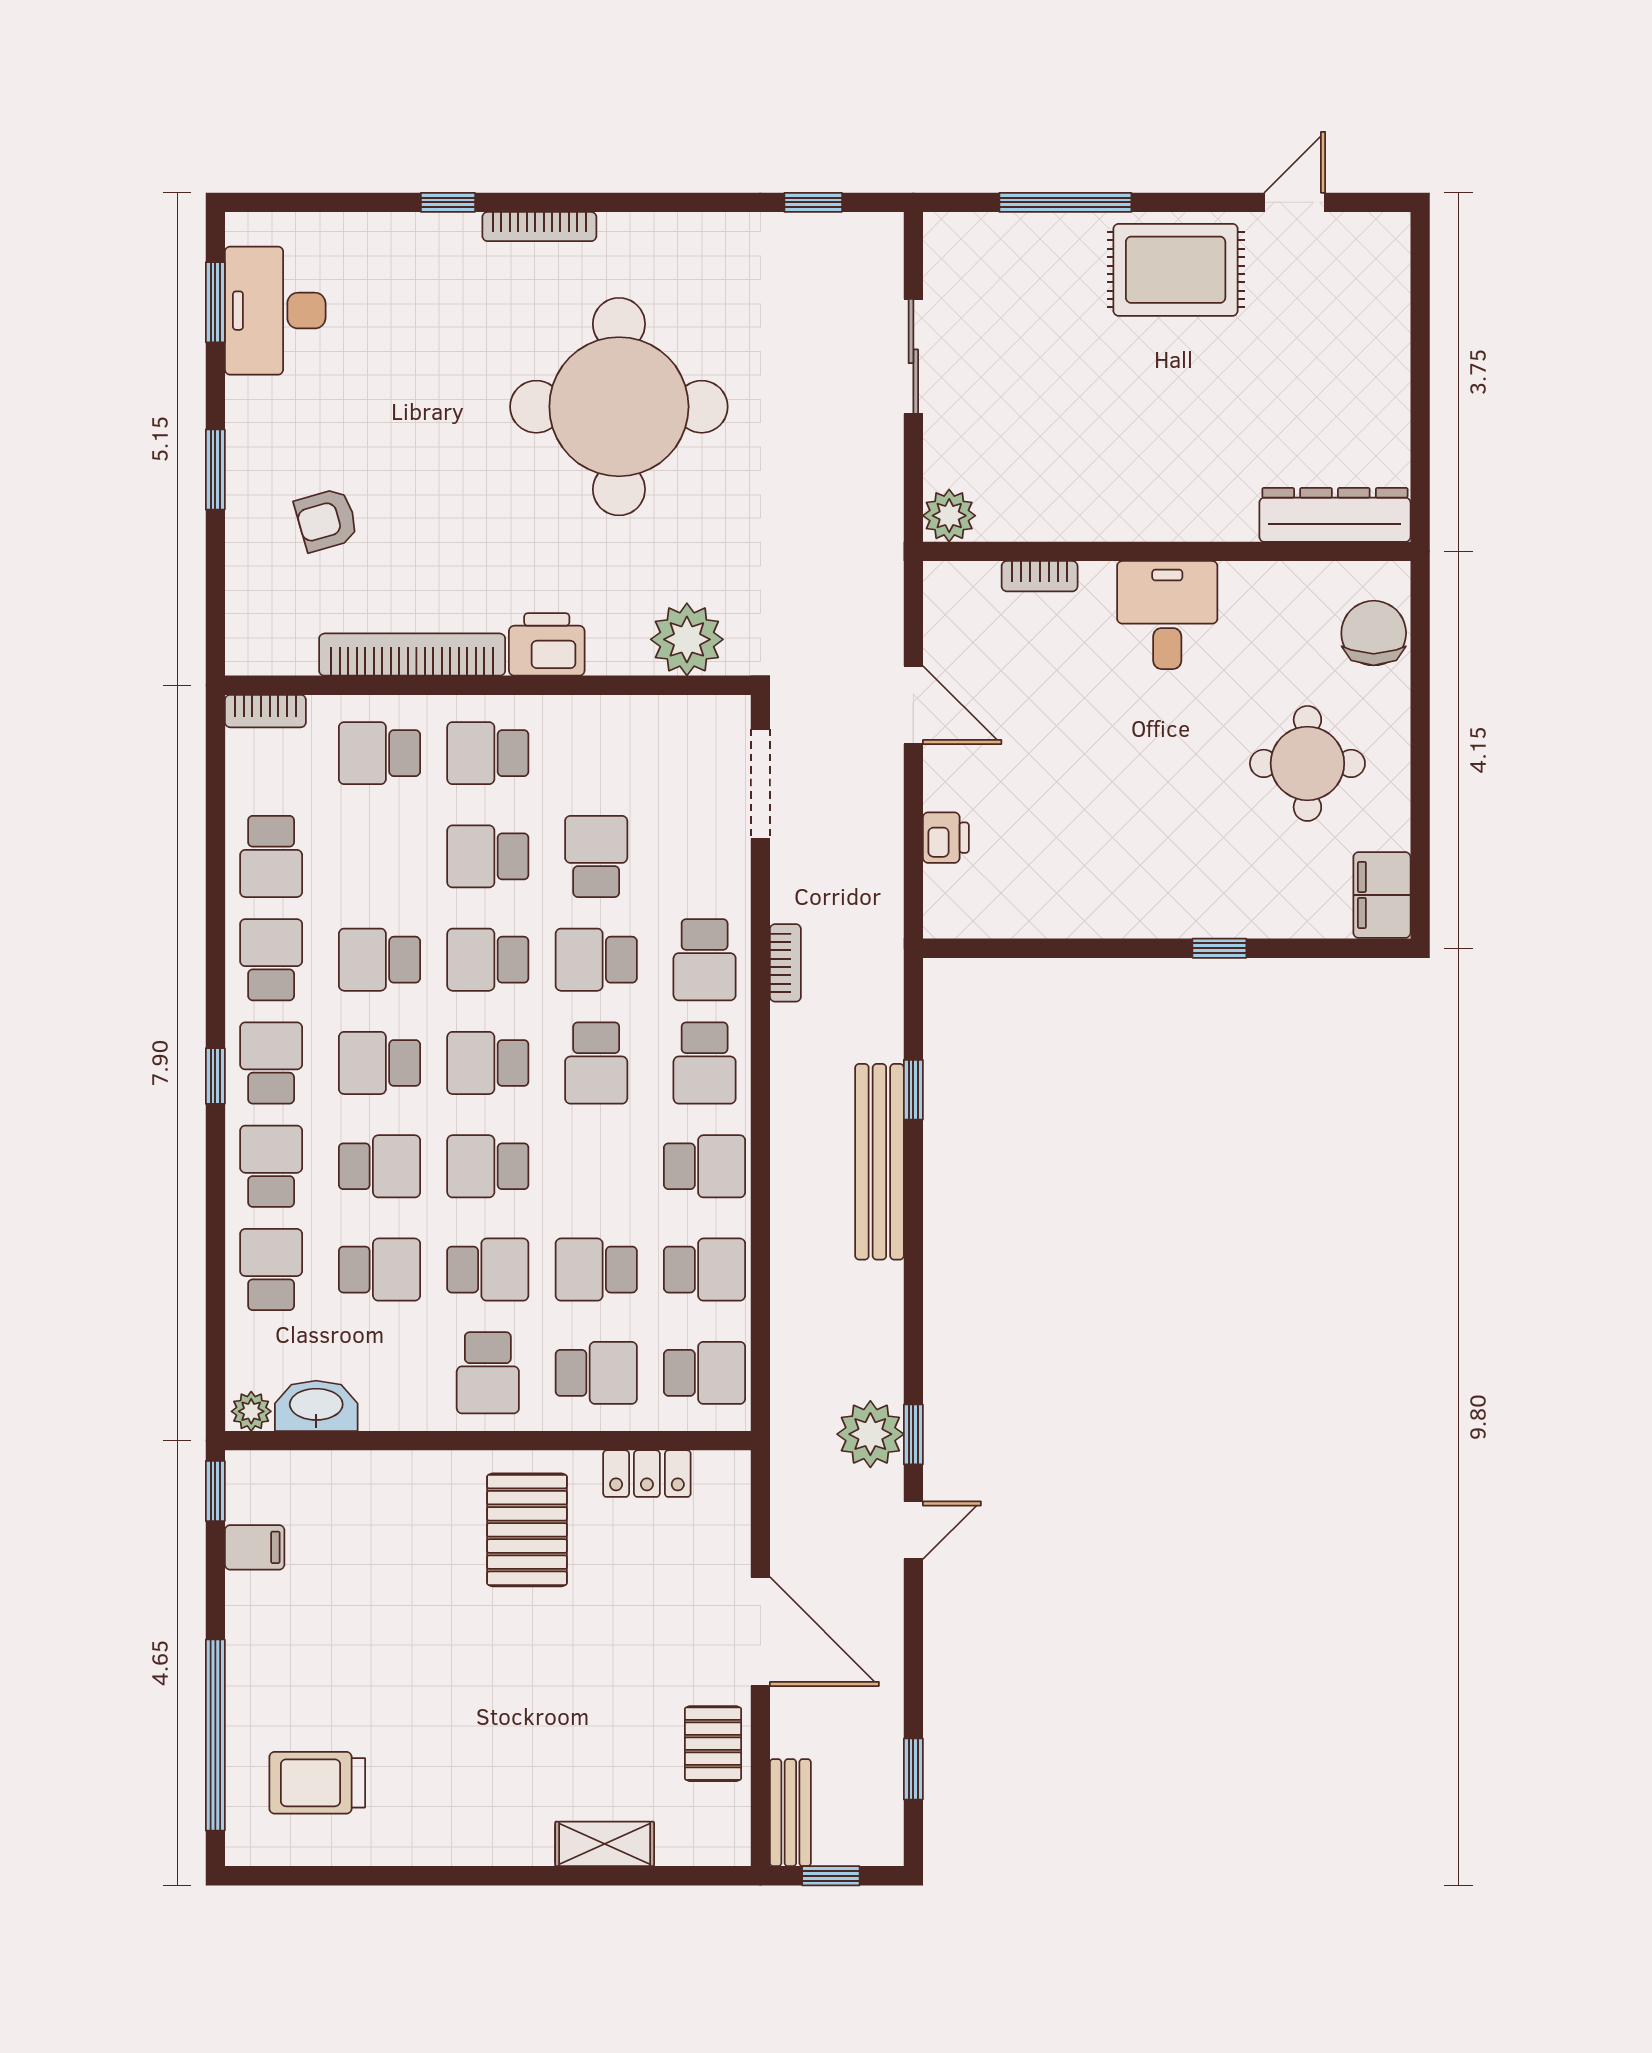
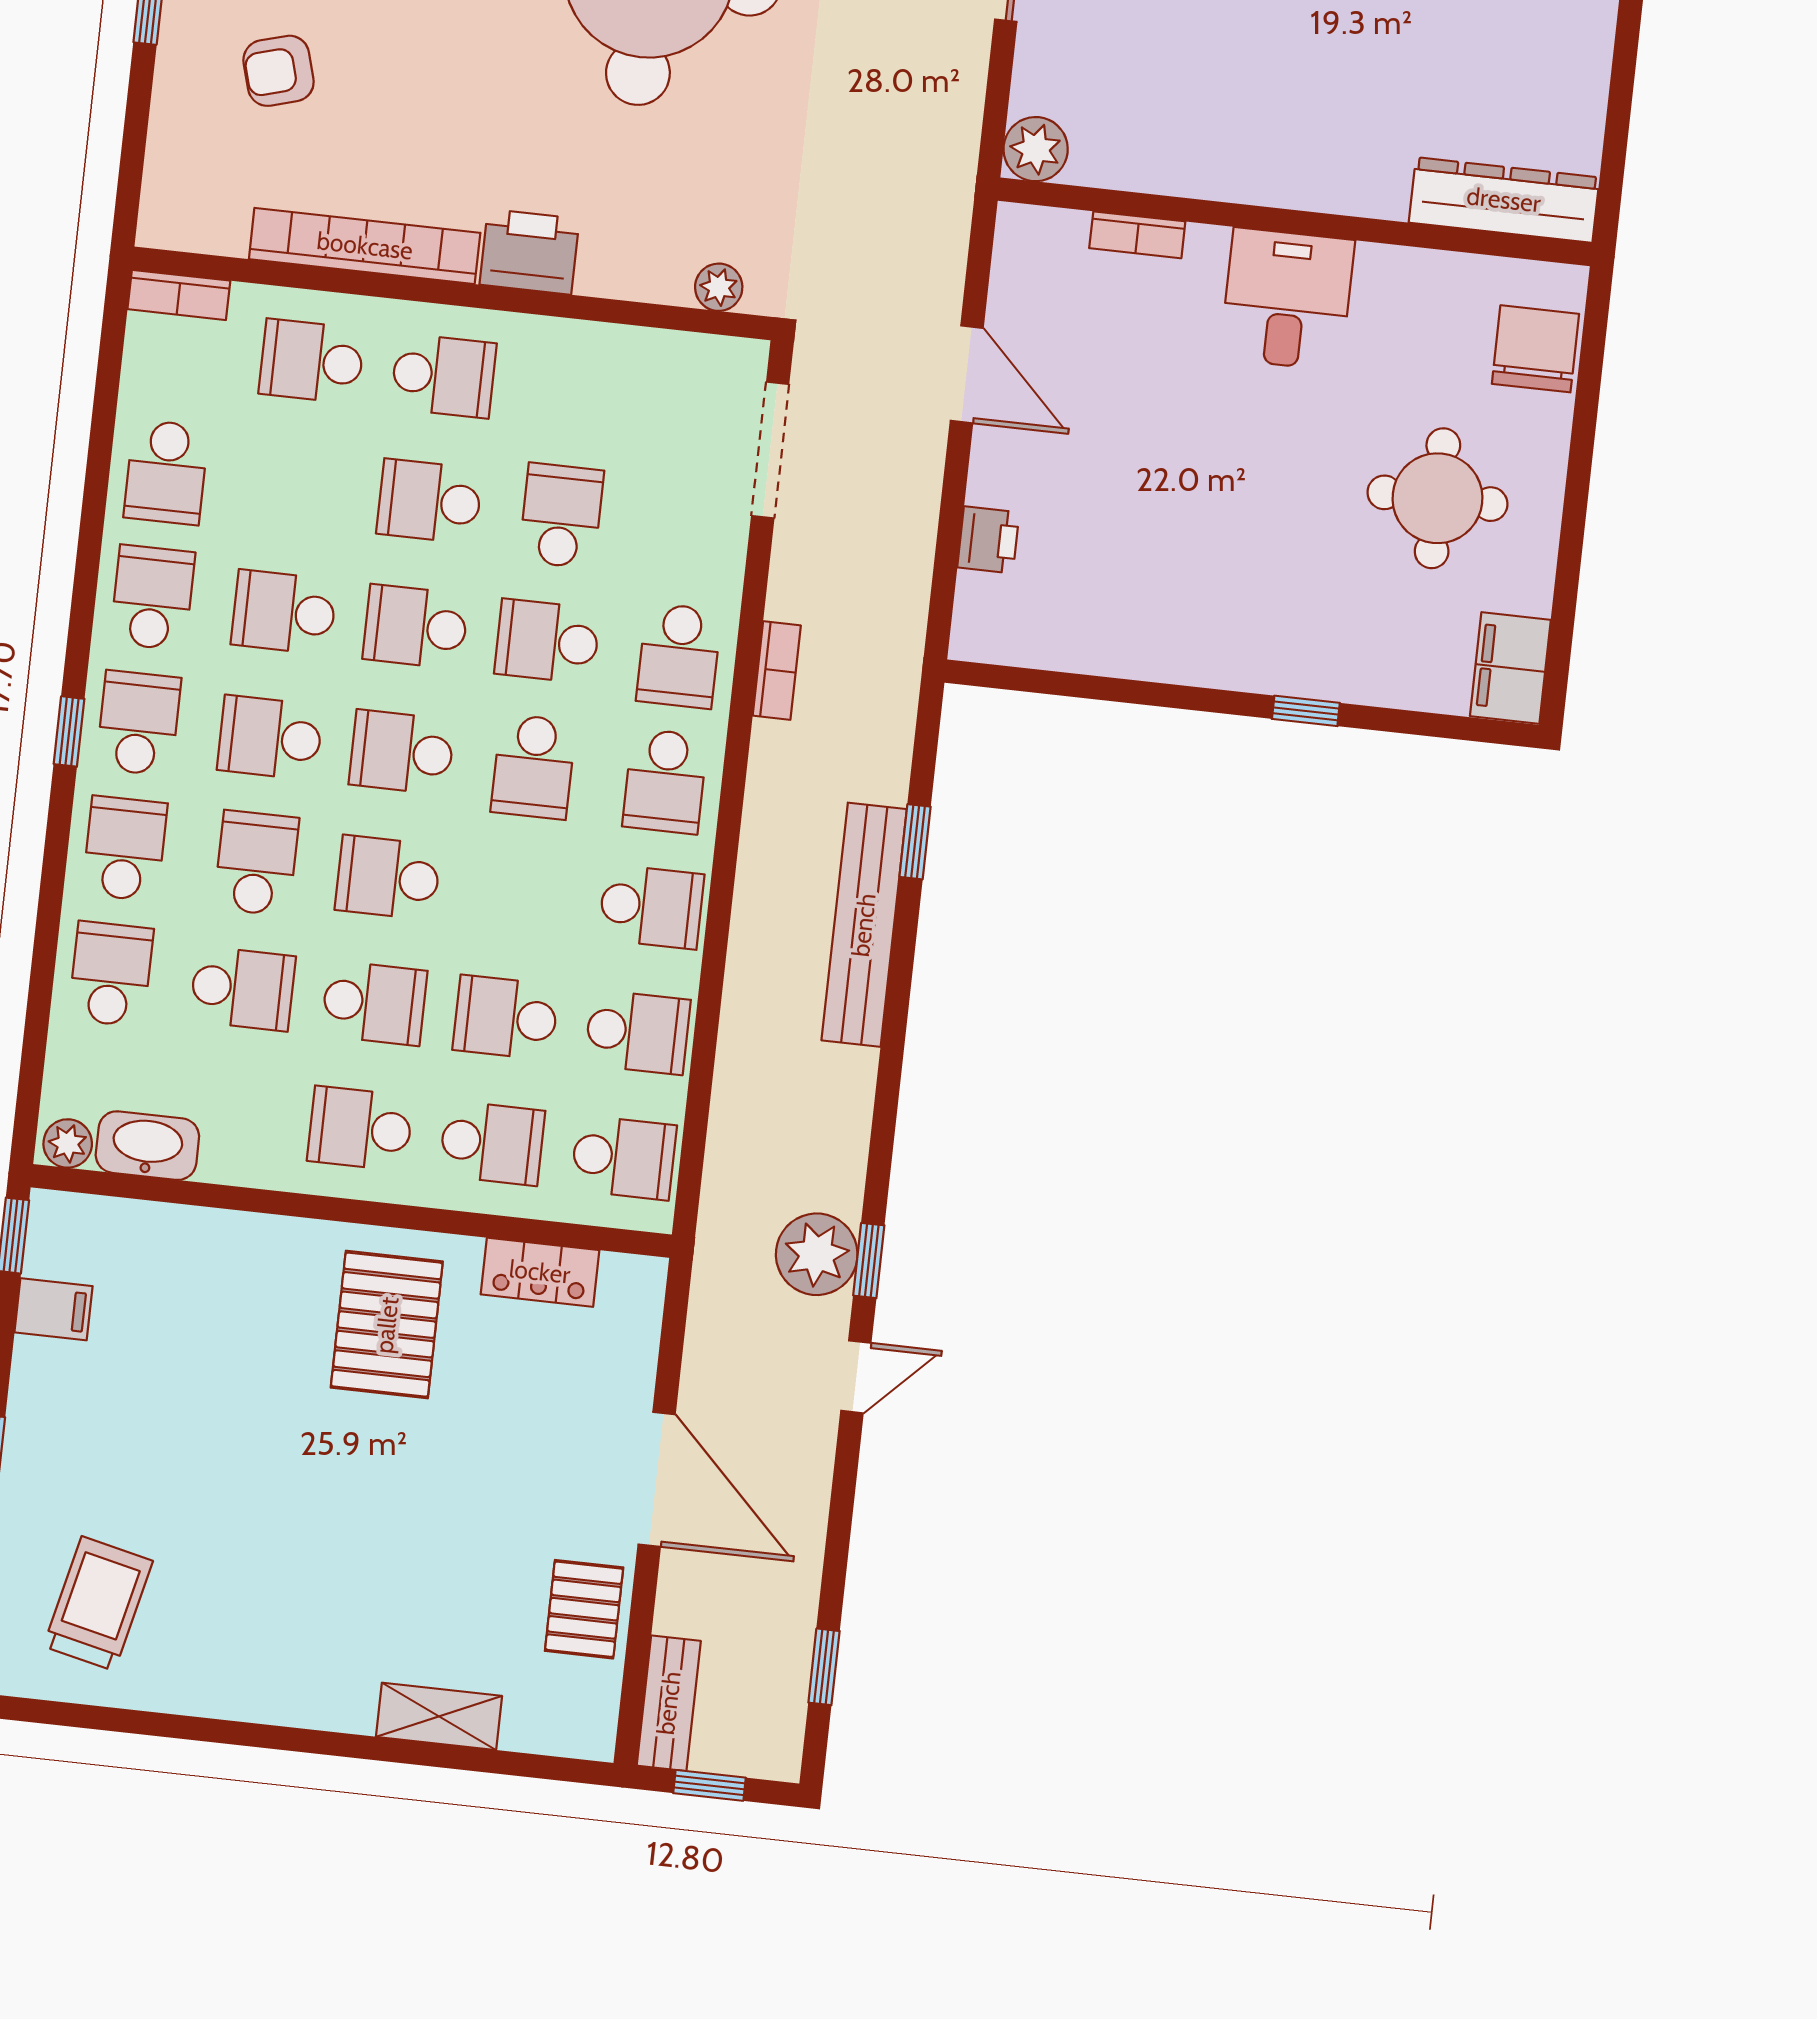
plant: (687, 639) -> (719, 287), width x0.53, depth x0.53
school desk: (488, 753) -> (443, 376), turned 180
school desk: (379, 1166) -> (256, 863), turned -90
school desk: (488, 1373) -> (360, 1129), turned 90
trolley: (317, 1783) -> (98, 1604), turned 103

